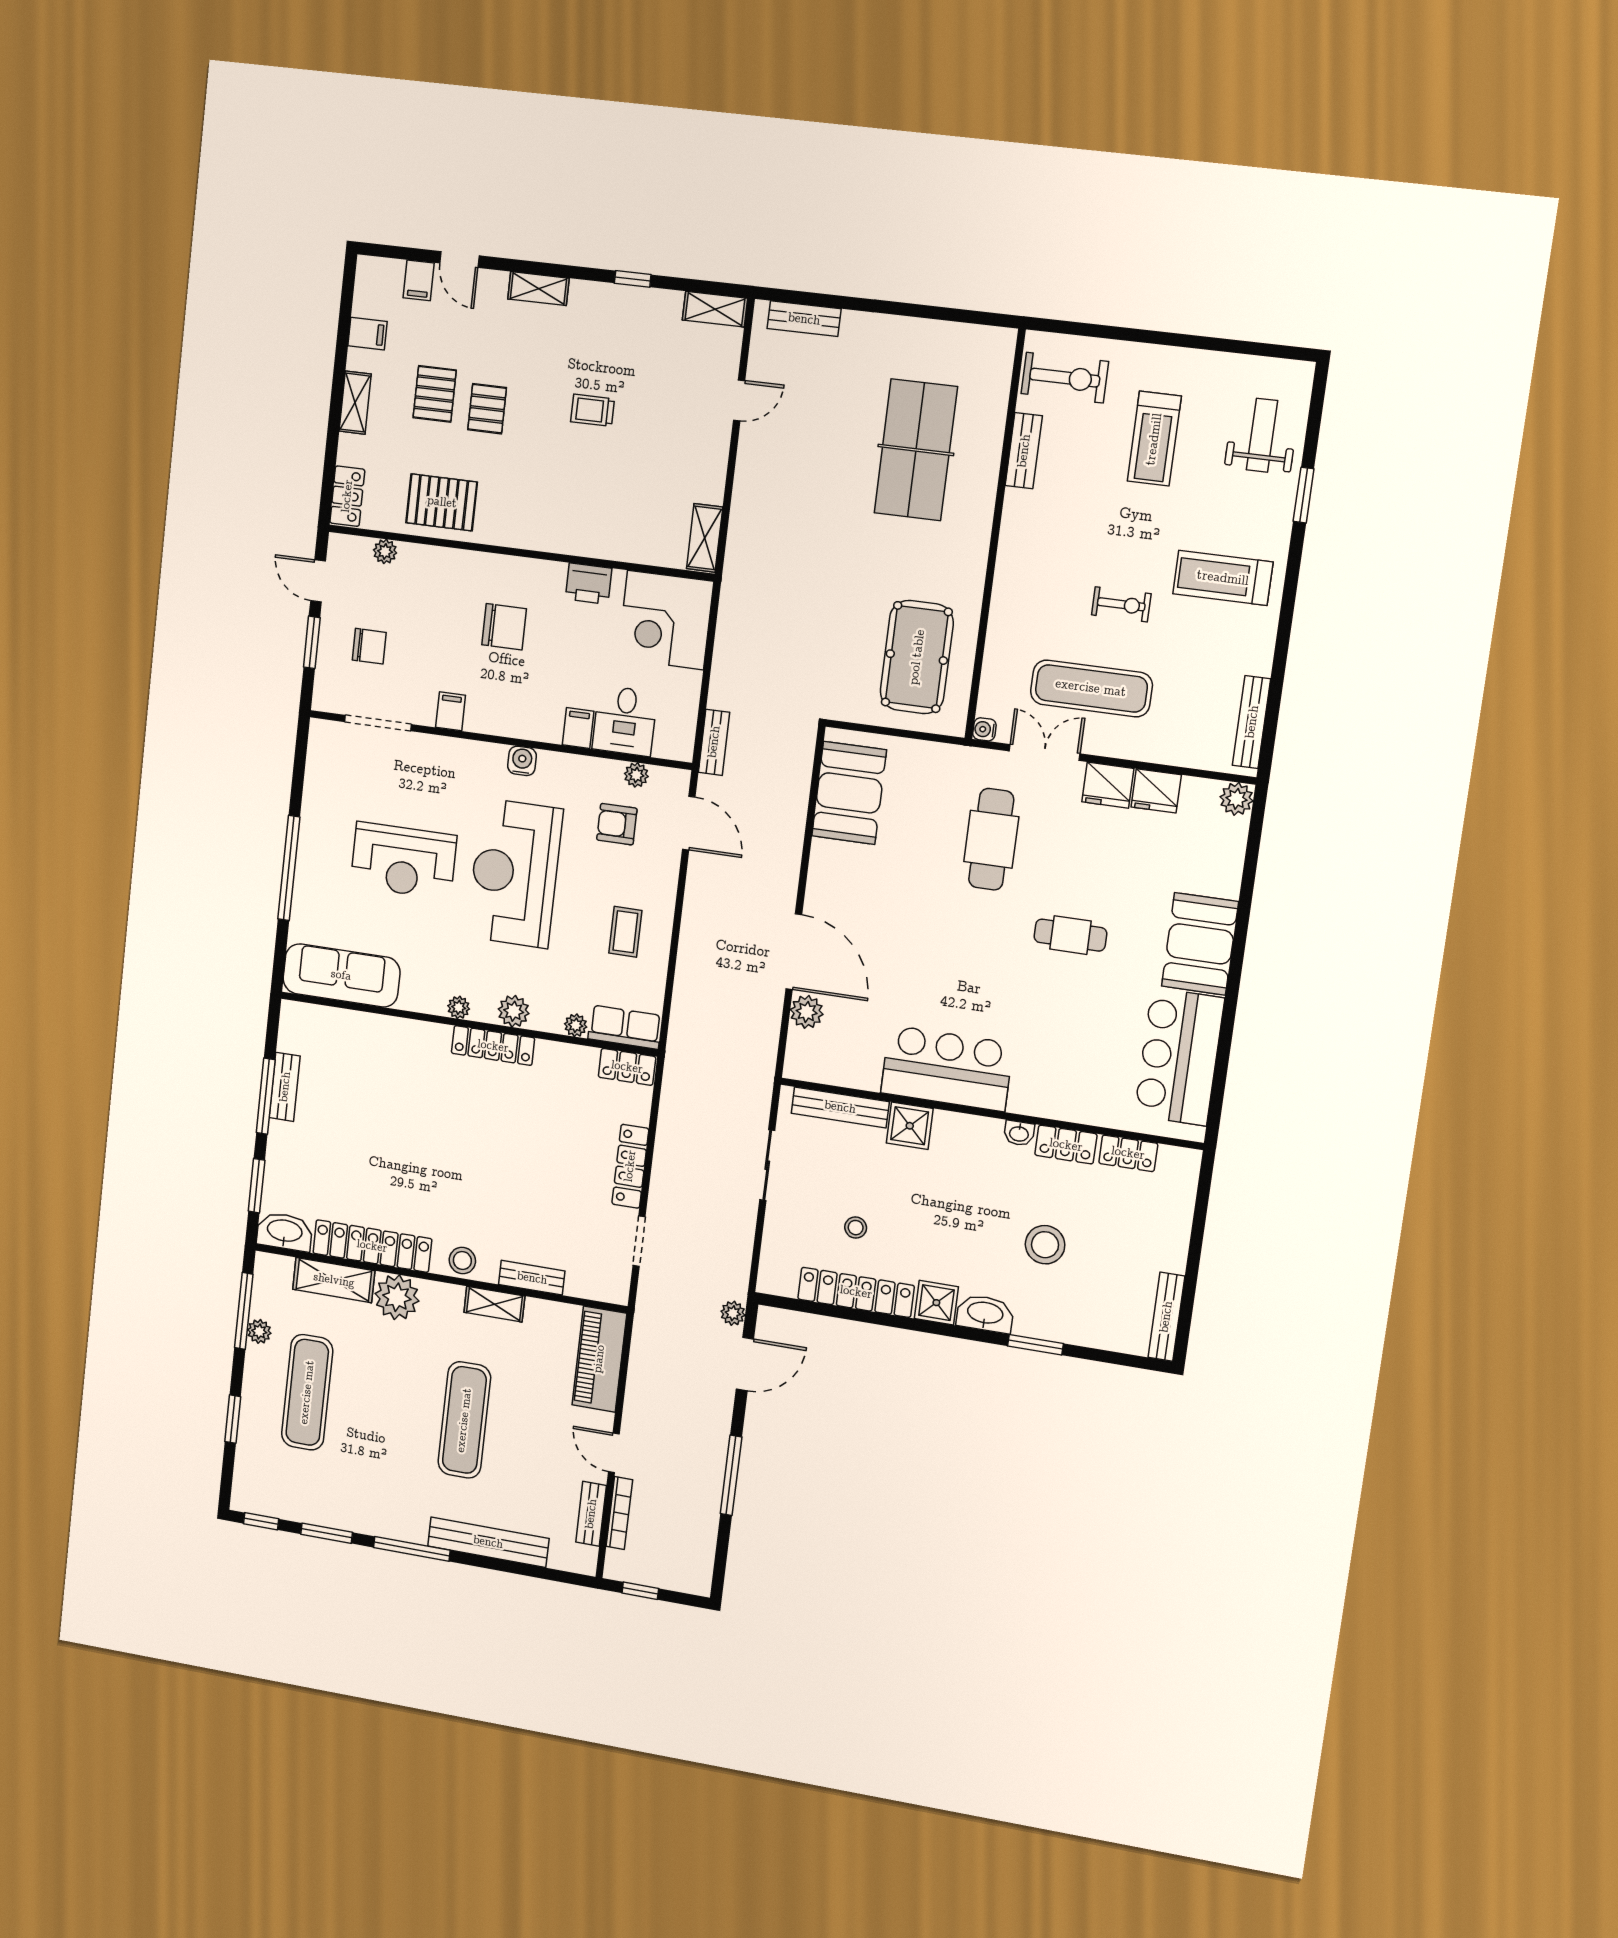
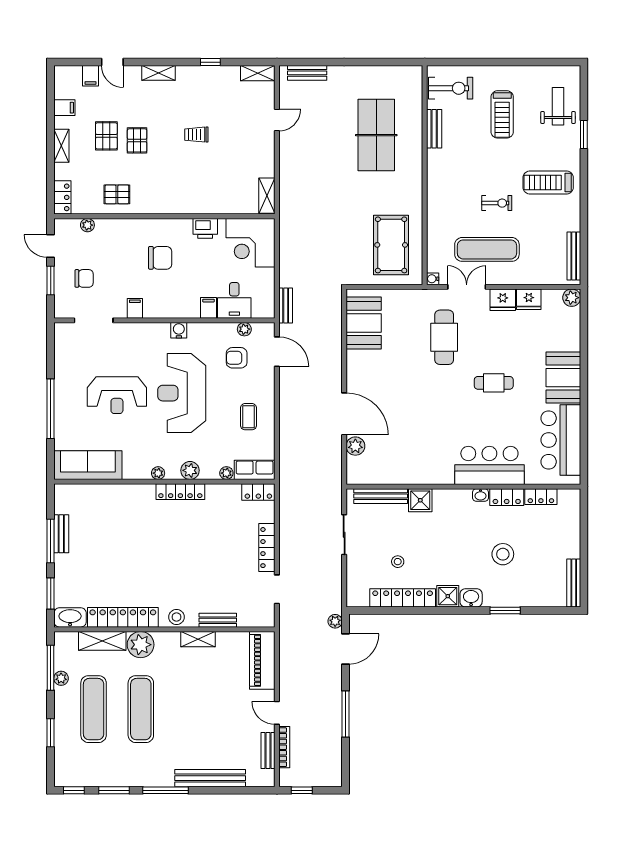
pallet: (442, 502) -> (117, 194), width x0.67, depth x0.71
bar counter: (947, 1068) -> (489, 465), moved
washbasin: (985, 1314) -> (471, 598), width x0.72
exercise mat: (464, 1420) -> (141, 709), moved

